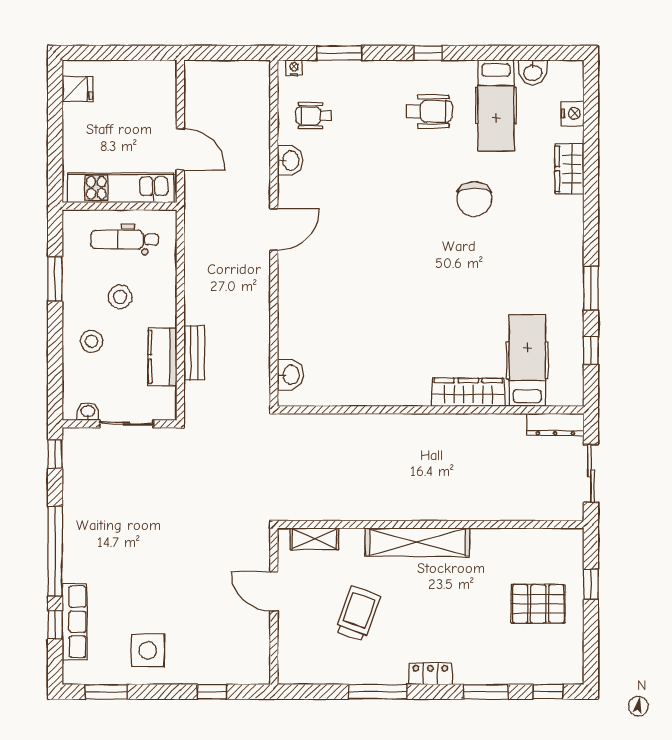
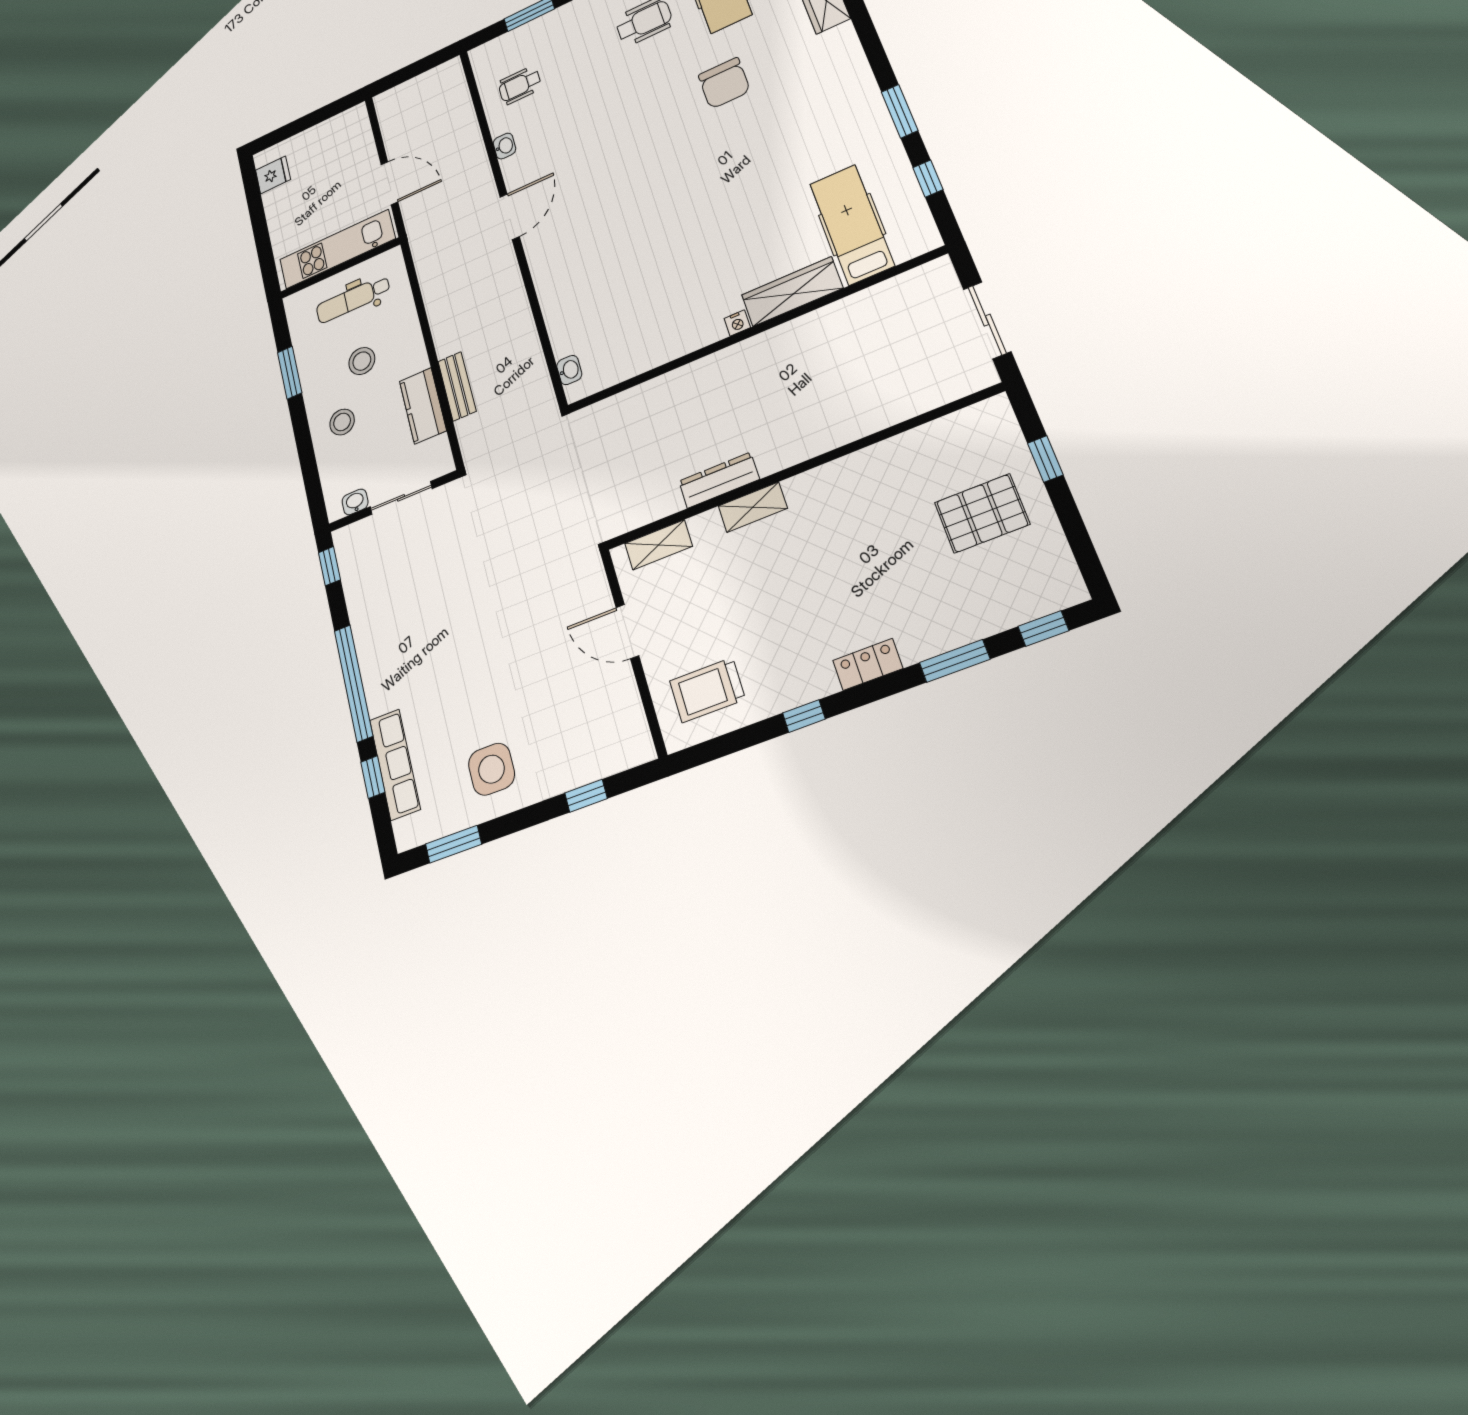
nightstand: (294, 68) -> (737, 323), moved, turned 180
washbasin: (290, 161) -> (504, 146), width x0.72, depth x0.69
washbasin: (290, 375) -> (569, 370), width x0.72, depth x0.69
dresser: (555, 425) -> (719, 480), moved, turned 180
shelving: (418, 542) -> (753, 507), width x0.45, depth x0.75
trolley: (358, 613) -> (707, 690), moved, turned -110
window: (378, 692) -> (804, 716), width x0.46

